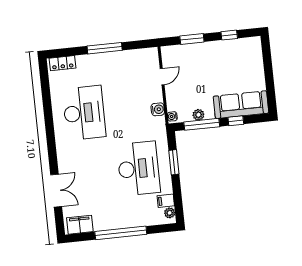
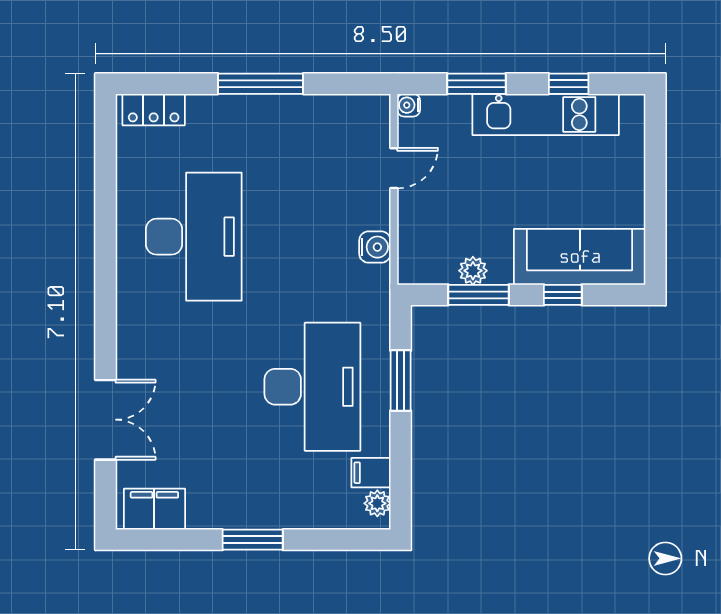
kitchen unit: (221, 48) -> (546, 114), added
water cooler: (172, 116) -> (409, 105), moved
window: (202, 124) -> (479, 295), width x0.69
window: (121, 233) -> (253, 540), width x0.47

